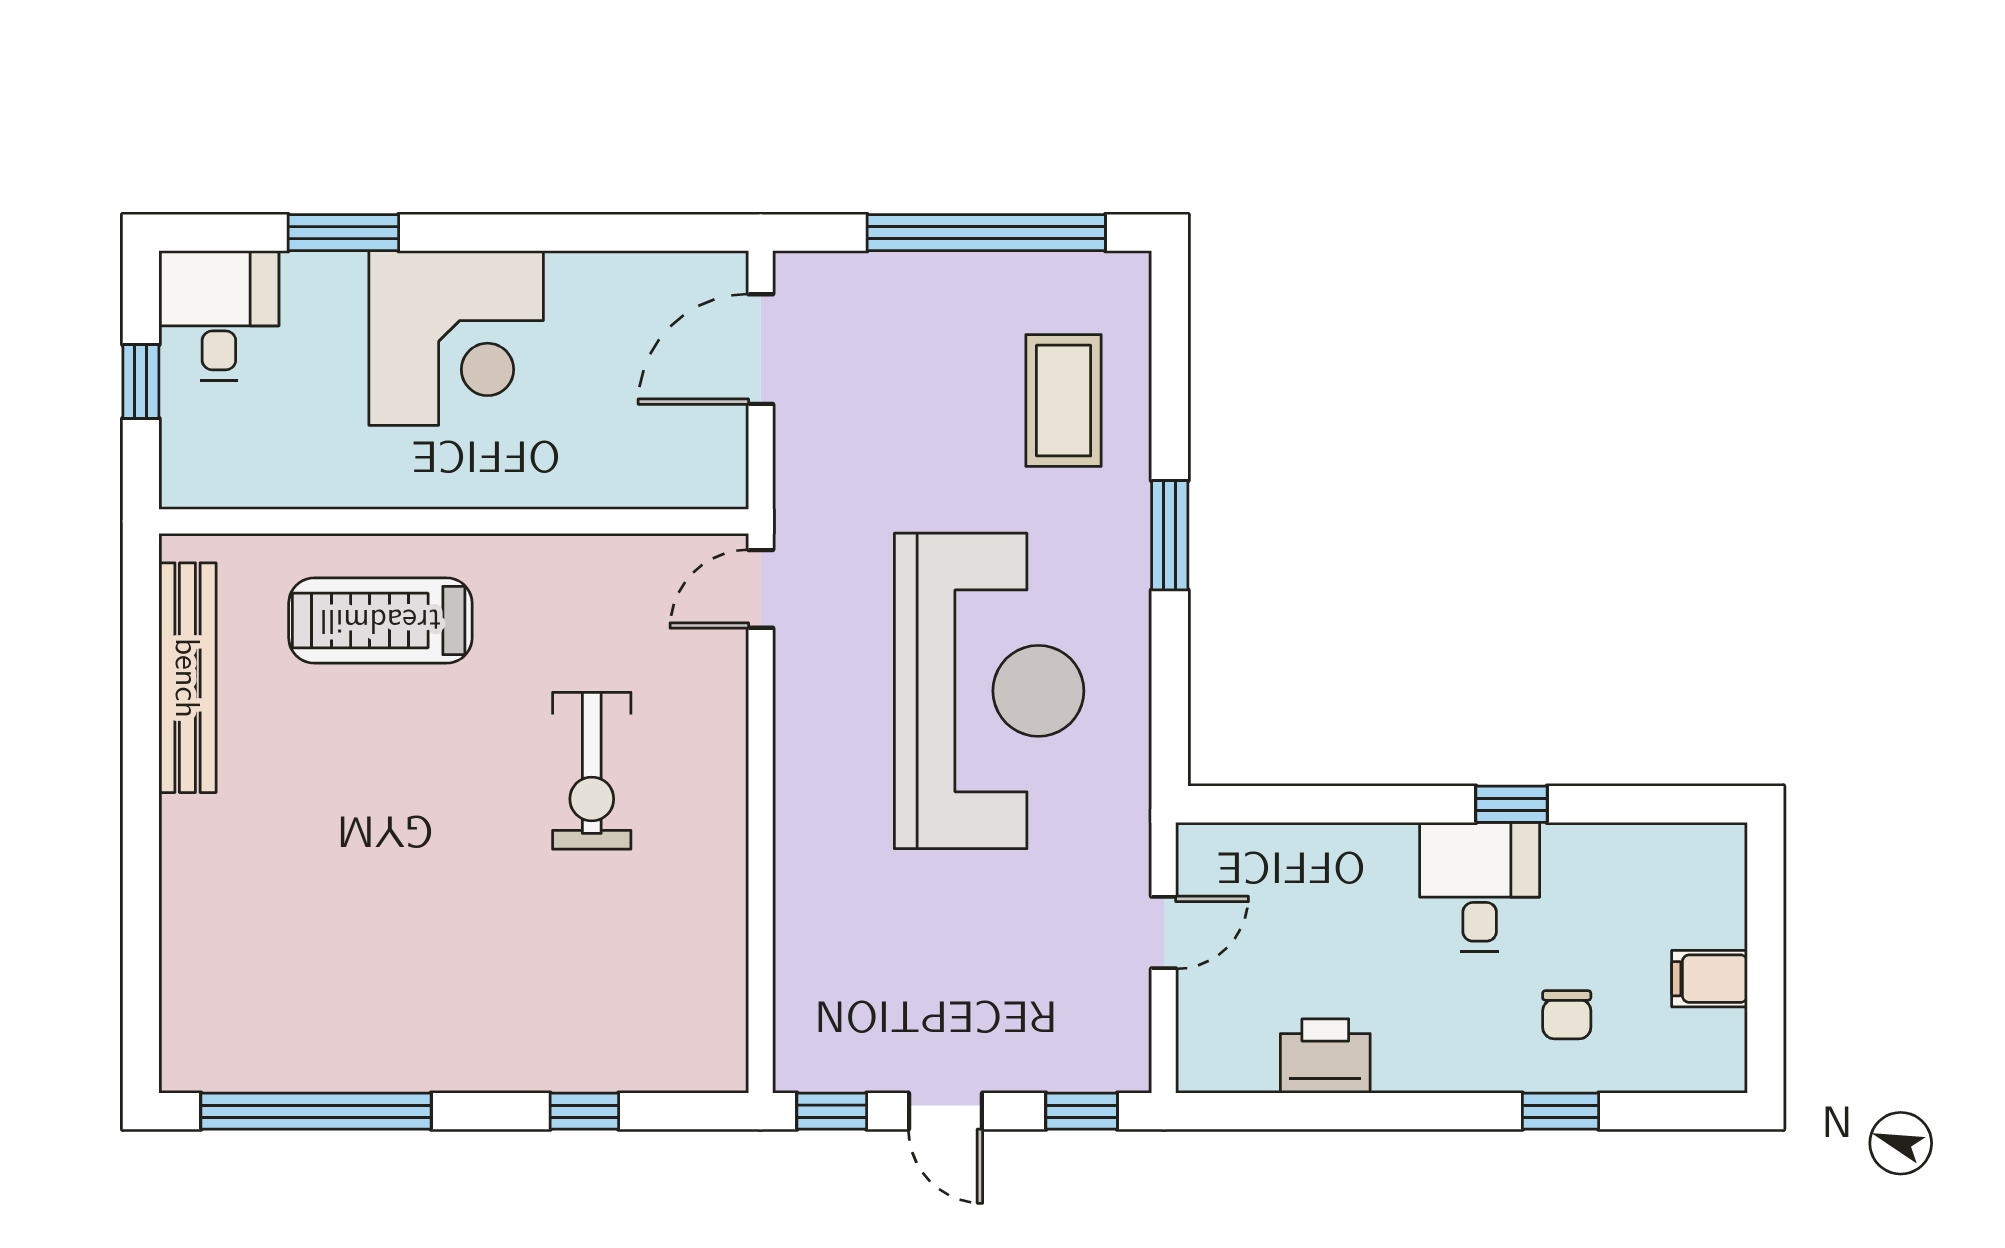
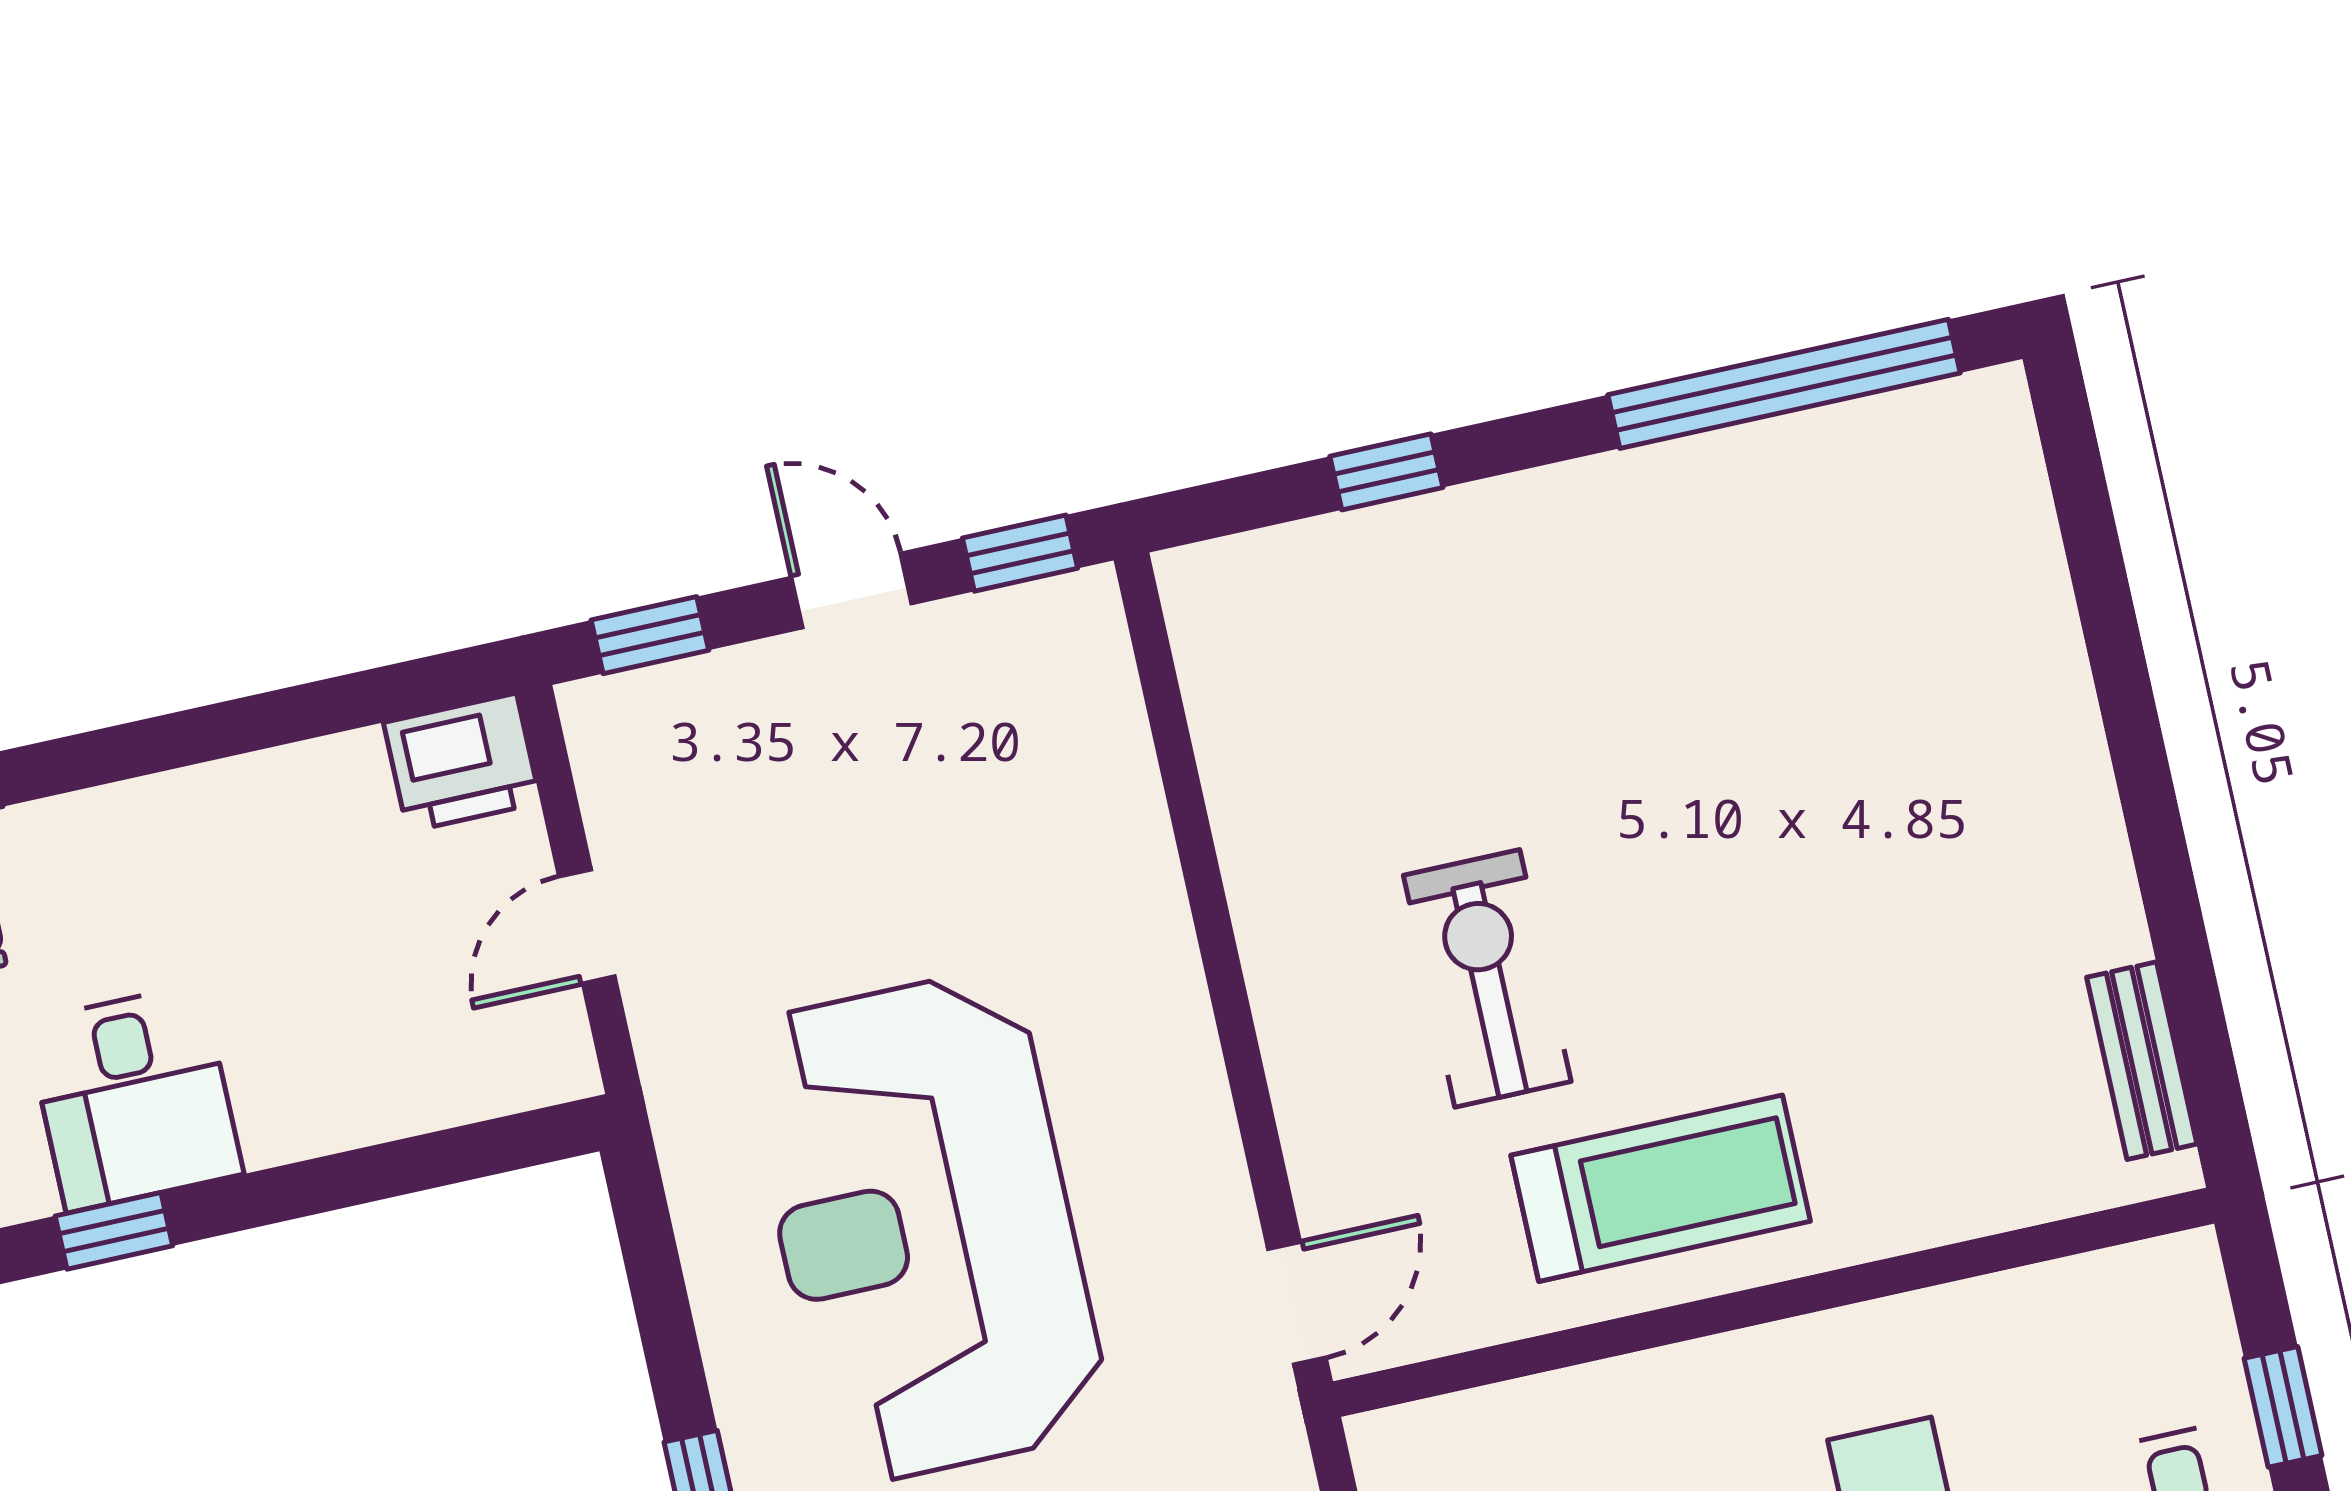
treadmill: (380, 621) -> (1661, 1188), moved
bench: (187, 678) -> (2142, 1061), width x0.54, depth x0.82
printer: (1325, 1056) -> (462, 763), moved

